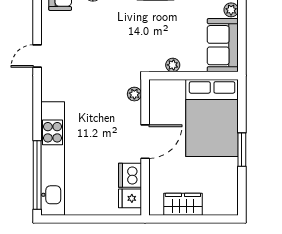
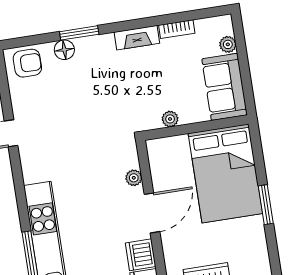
plant: (134, 94) -> (134, 178), moved

